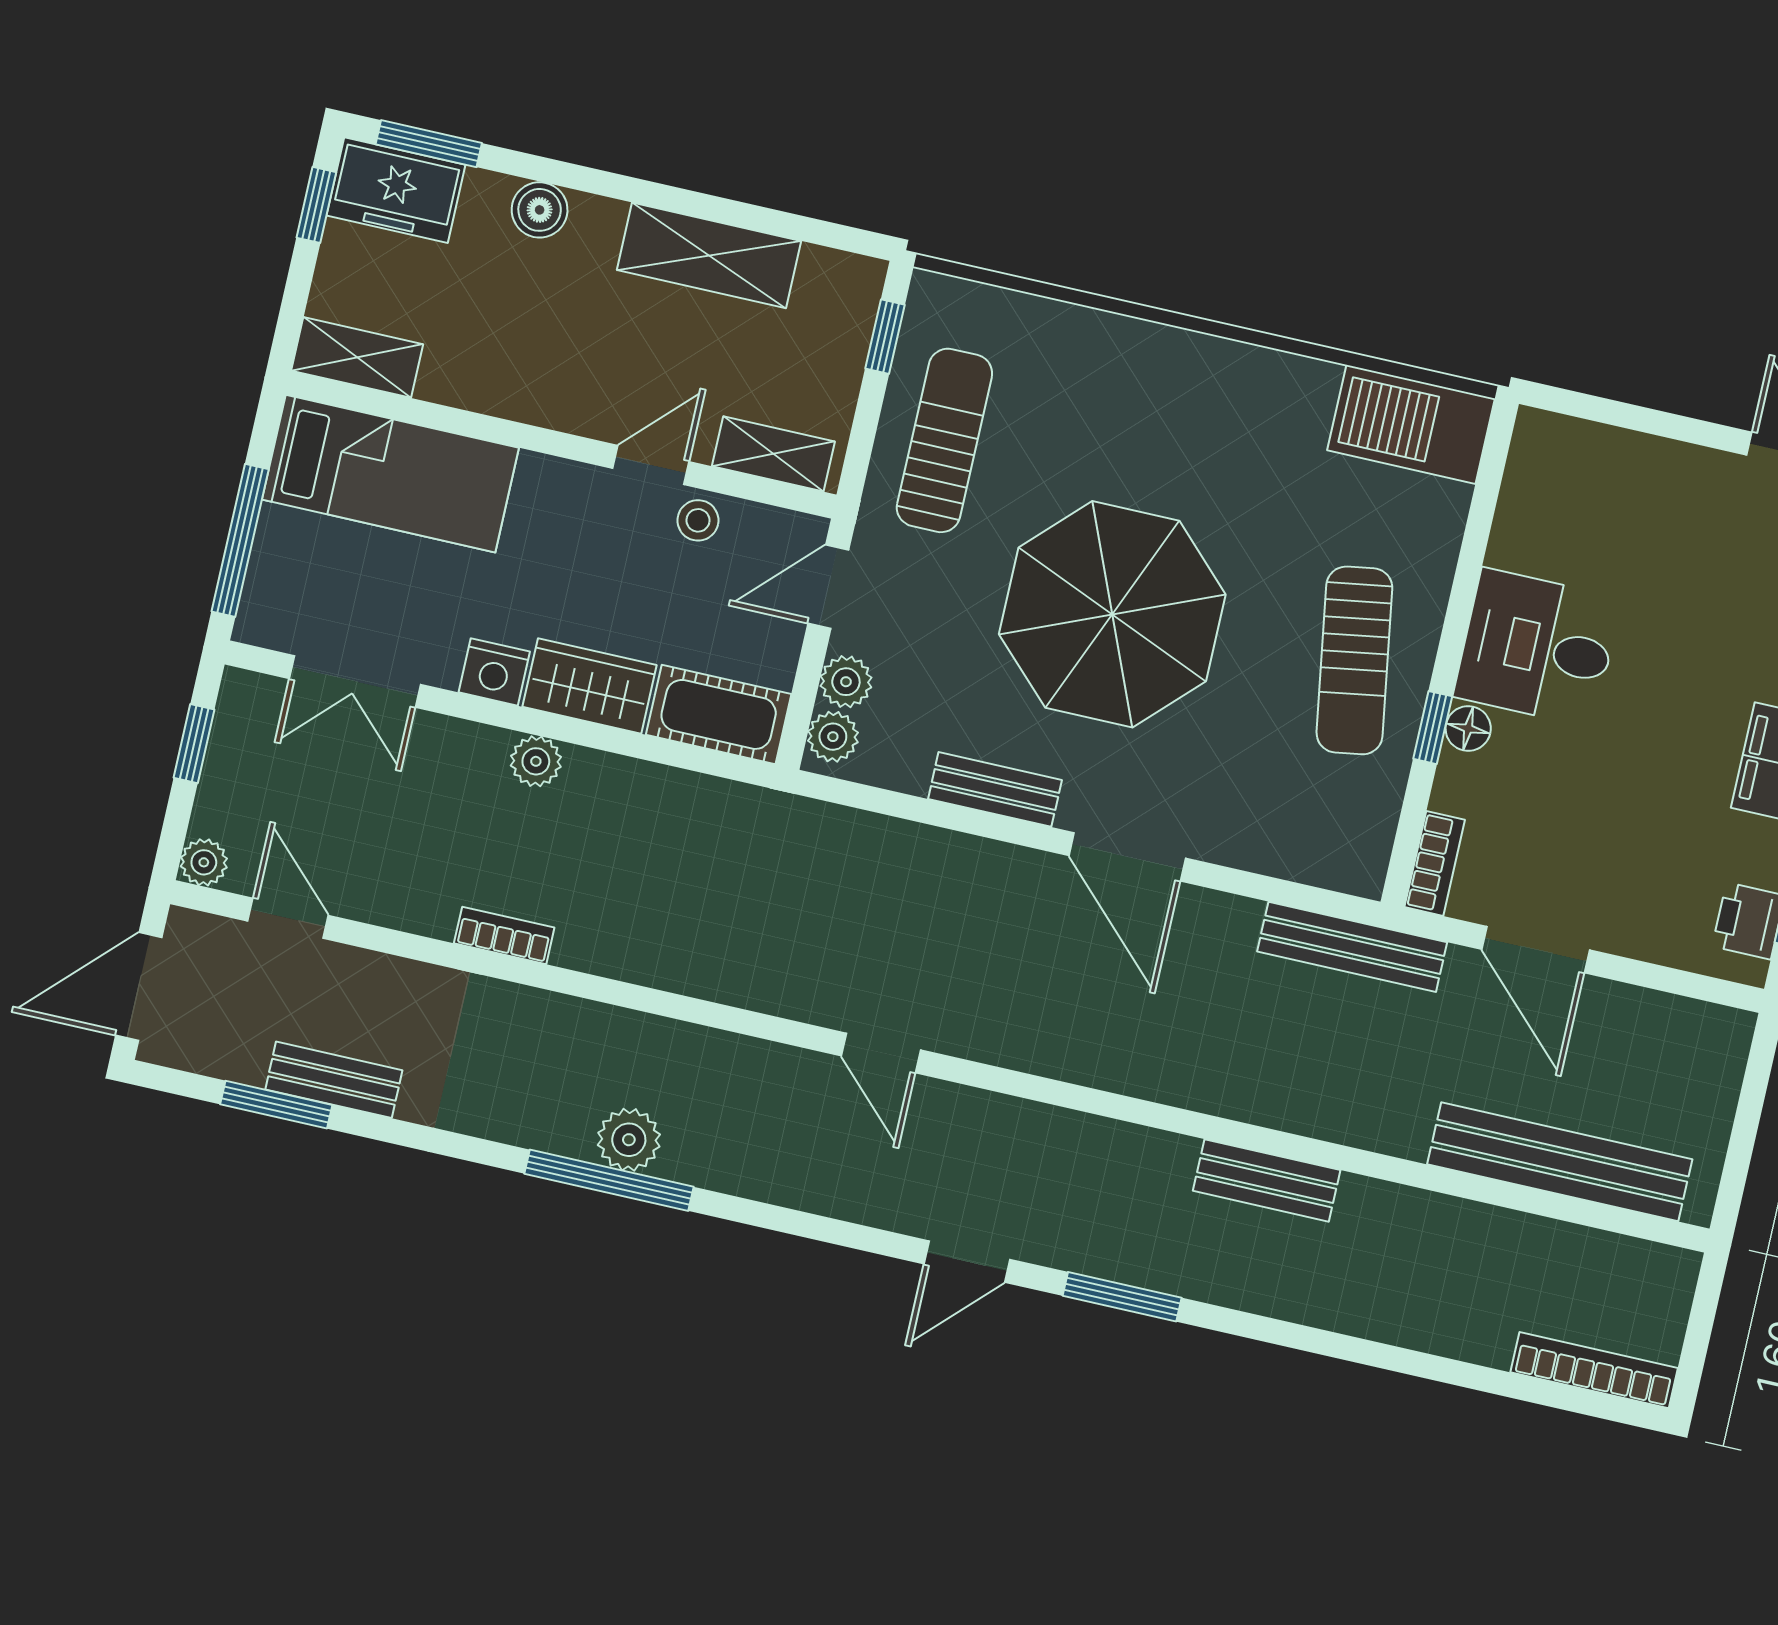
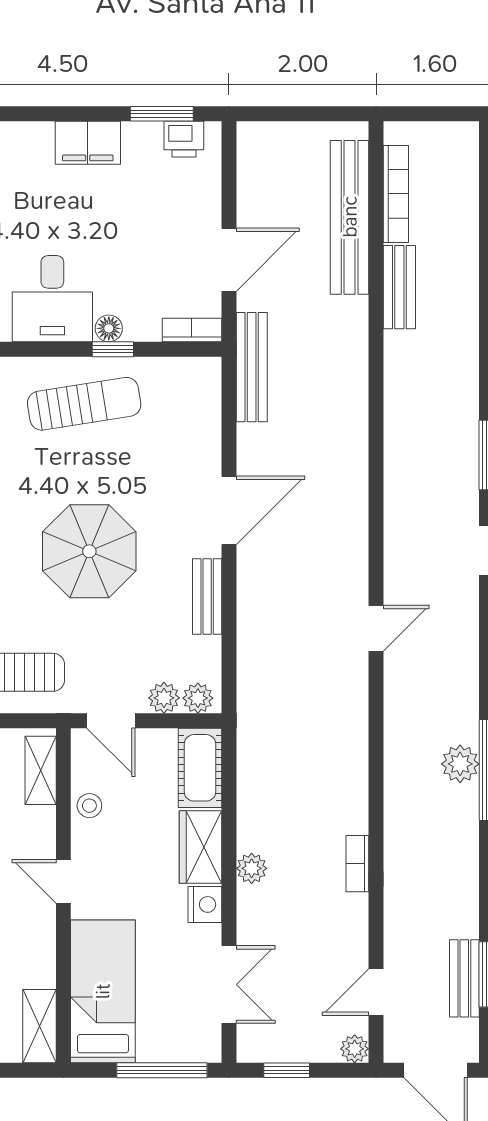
door: (651, 465) -> (63, 881), moved
parasol: (1112, 614) -> (89, 551), width x0.73, depth x0.73
bench: (334, 1080) -> (464, 978), moved
bench: (1267, 1180) -> (399, 287), moved
bookcase: (1594, 1370) -> (396, 194), moved, turned 180

